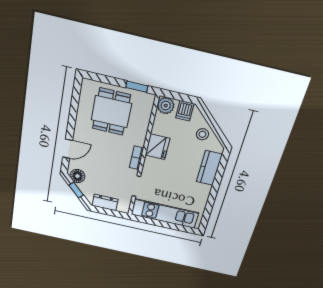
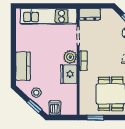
plant: (166, 106) -> (70, 57), moved
window: (209, 119) -> (34, 106), added
dresser: (105, 202) -> (90, 14), moved

